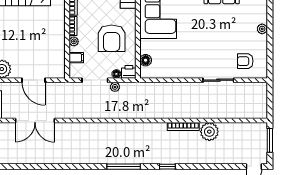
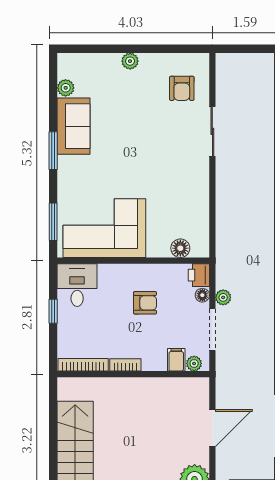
armchair: (112, 38) -> (145, 303), width x0.53, depth x0.53
plant: (74, 41) -> (194, 363), moved

